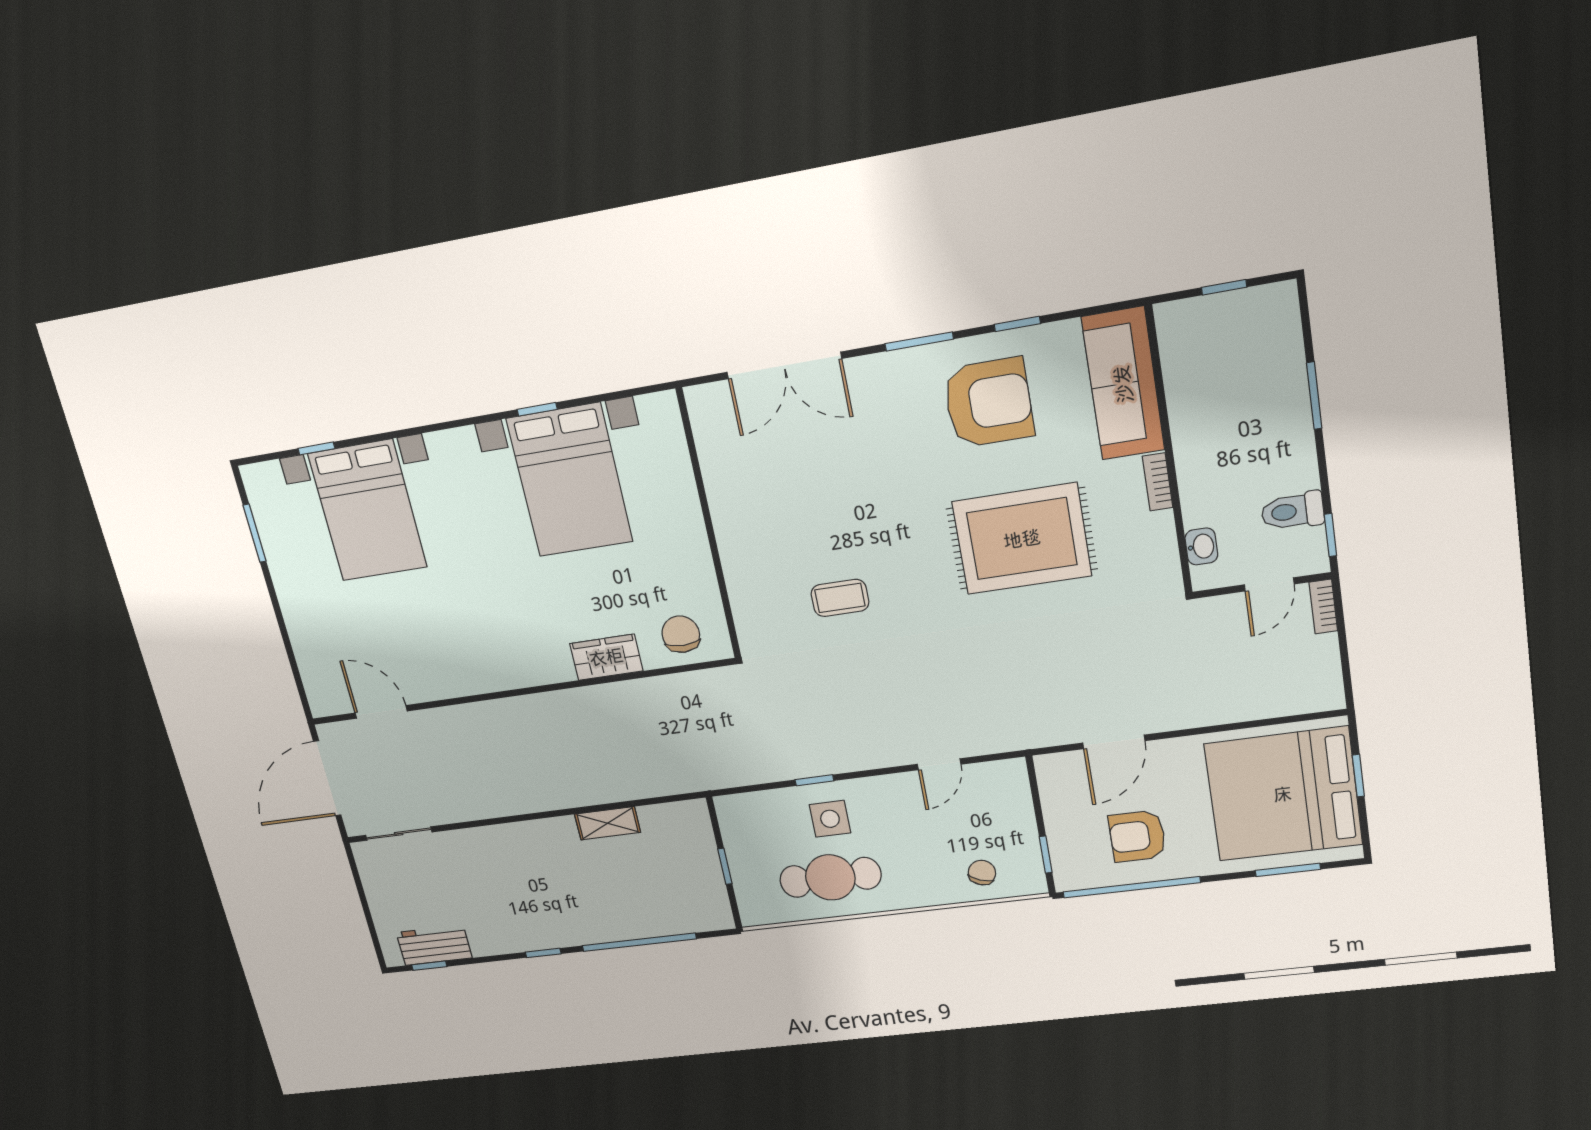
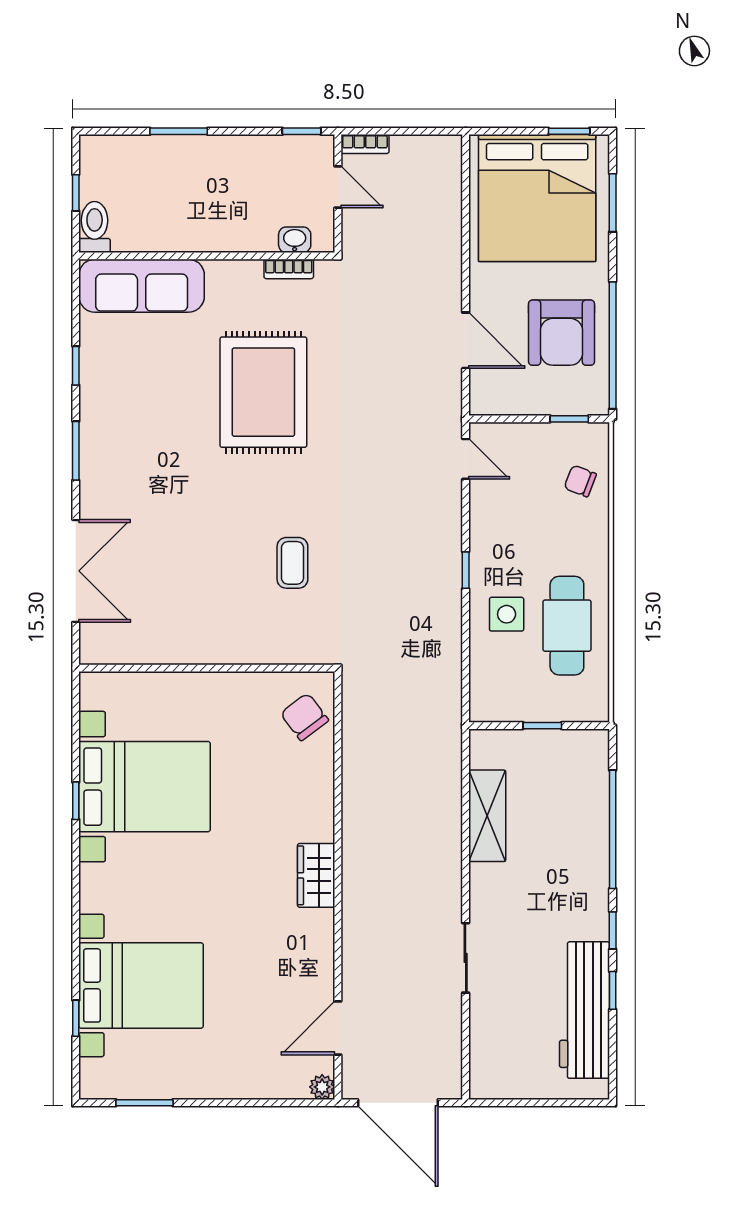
armchair: (988, 403) -> (138, 401), removed
bookcase: (1158, 482) -> (289, 269), moved
toilet: (1293, 511) -> (95, 227), moved, turned 180
chair: (681, 634) -> (304, 717), turned 53
wardrobe: (606, 657) -> (316, 875), moved
plant: (321, 705) -> (322, 1087), added
door: (939, 764) -> (466, 459), moved
window: (1358, 776) -> (569, 131), moved
window: (814, 780) -> (466, 570), moved
shelving: (608, 823) -> (487, 816), width x1.50, depth x1.33
sliding door: (399, 834) -> (466, 958), moved
armchair: (1137, 836) -> (561, 333), width x1.36, depth x1.36
workbench: (434, 945) -> (585, 1010), width x1.88, depth x1.32
window: (429, 966) -> (613, 990), moved

